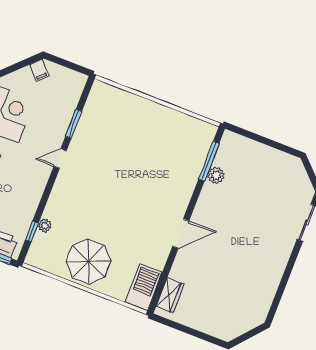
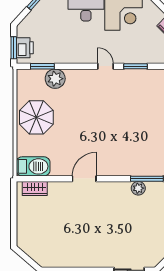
plant: (45, 226) -> (55, 79), width x1.88, depth x1.88
window: (32, 232) -> (42, 66), width x1.50
door: (181, 234) -> (84, 179), swing flipped

